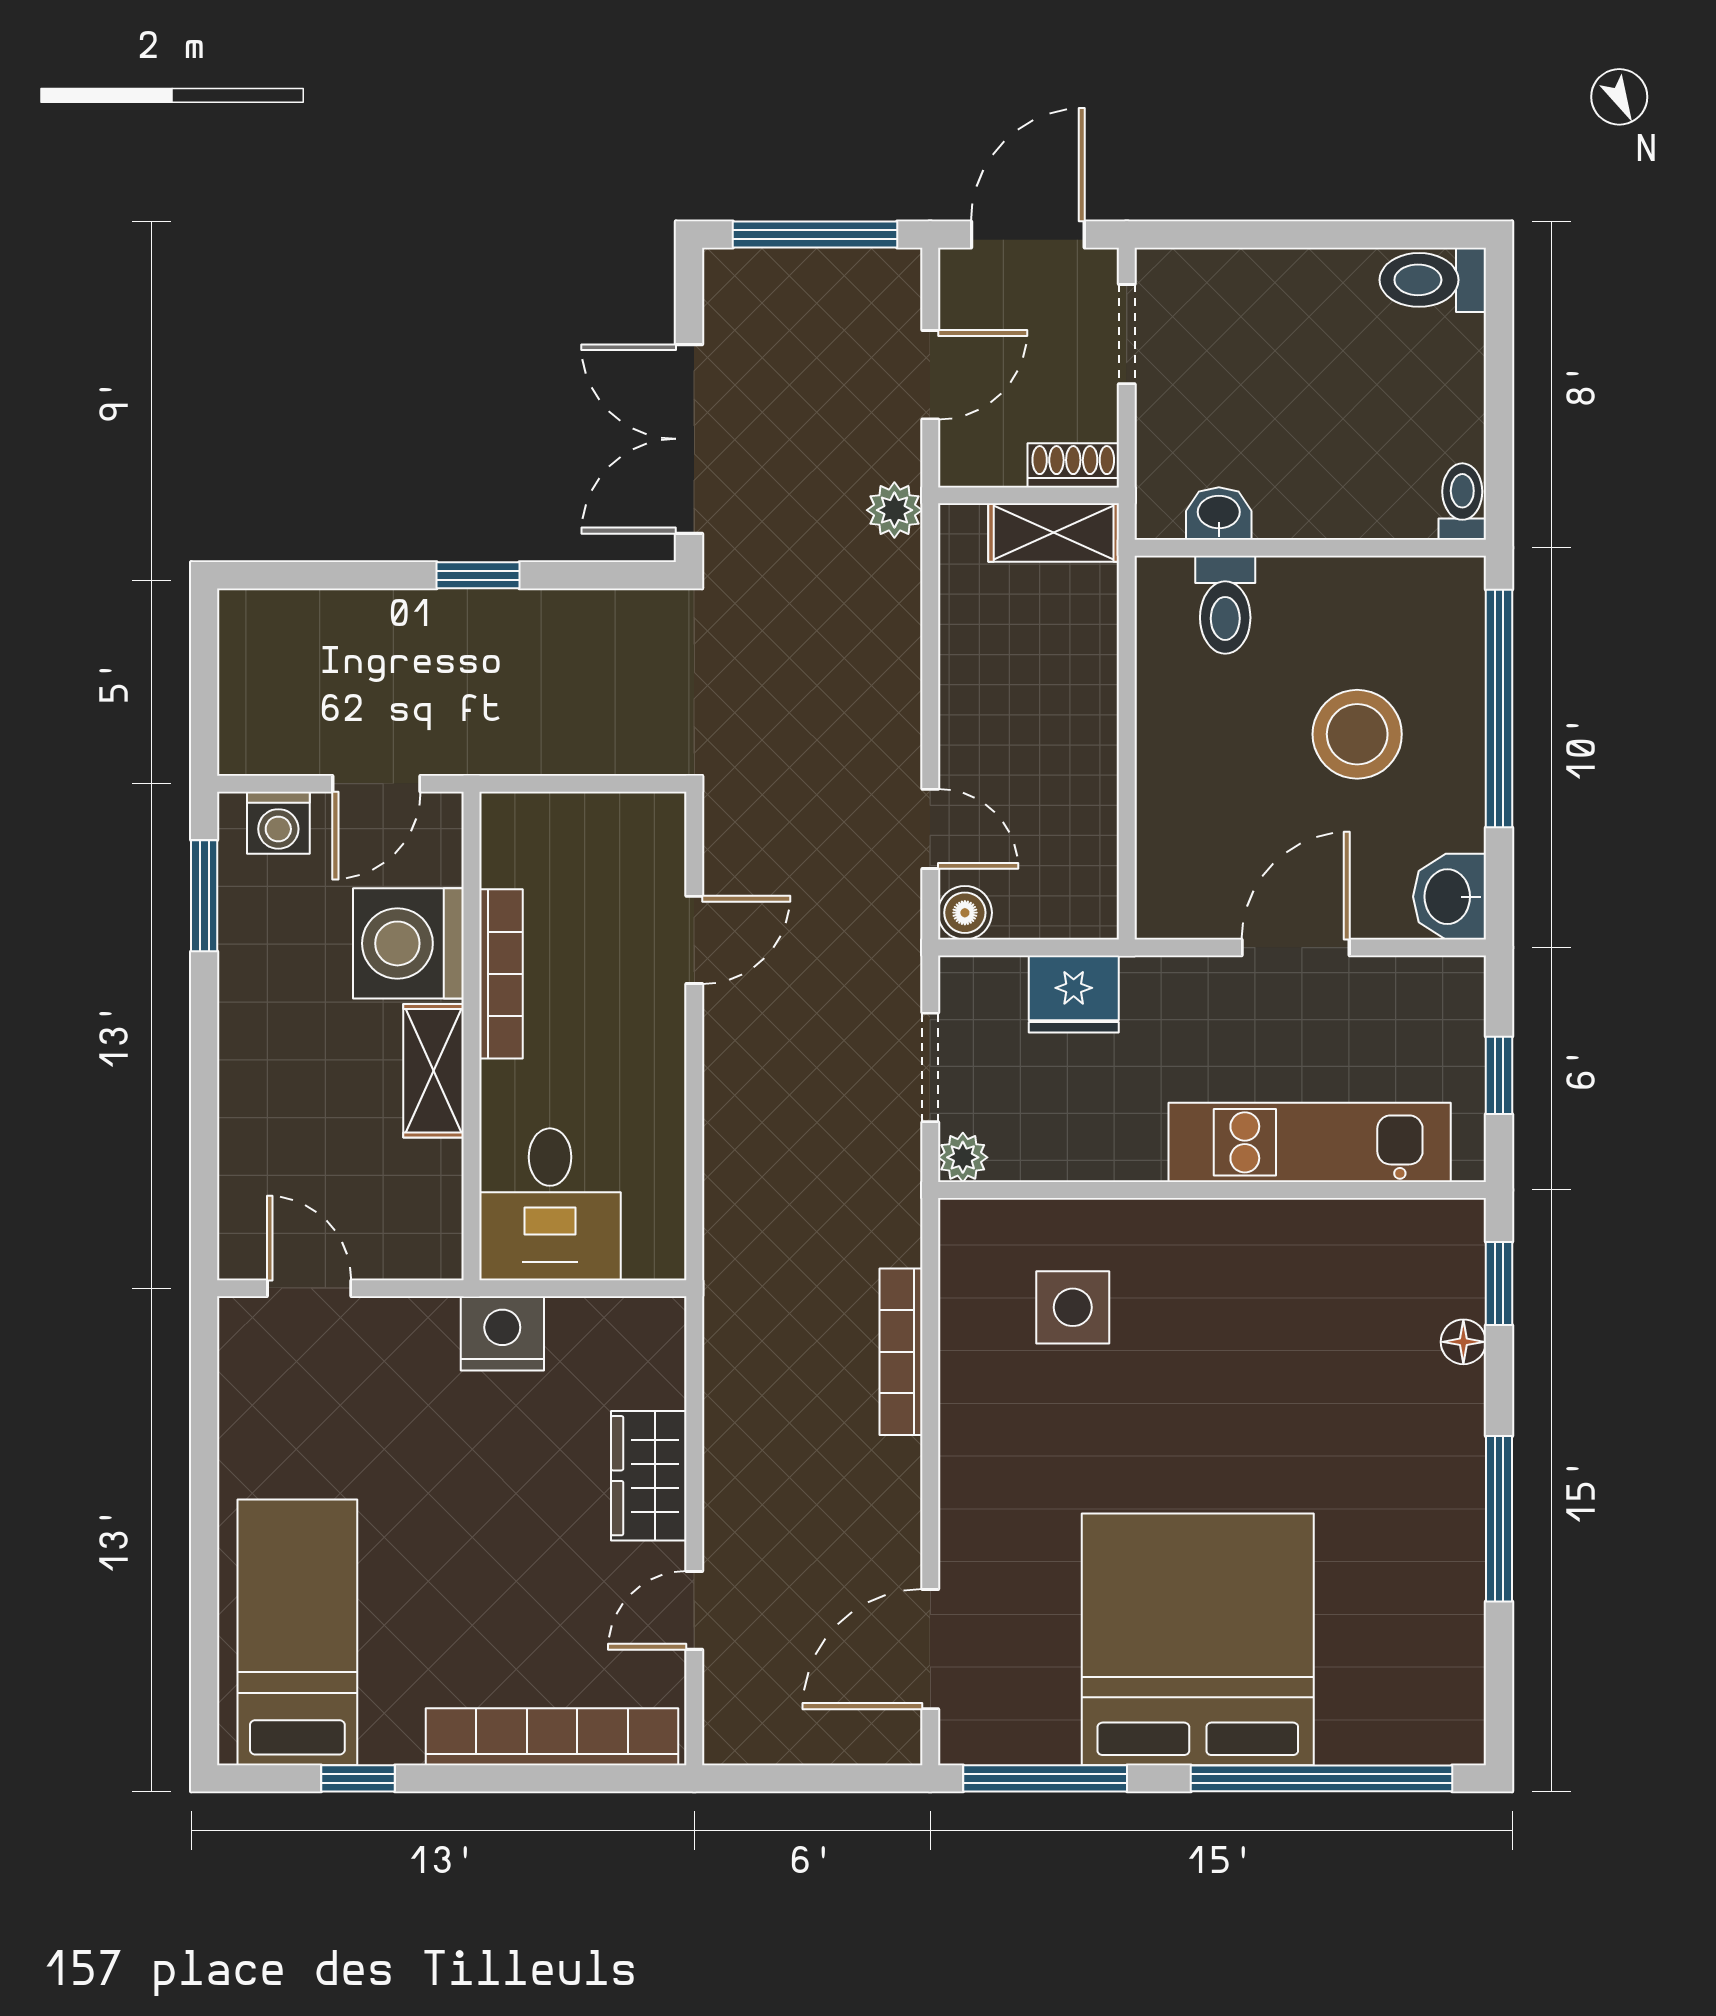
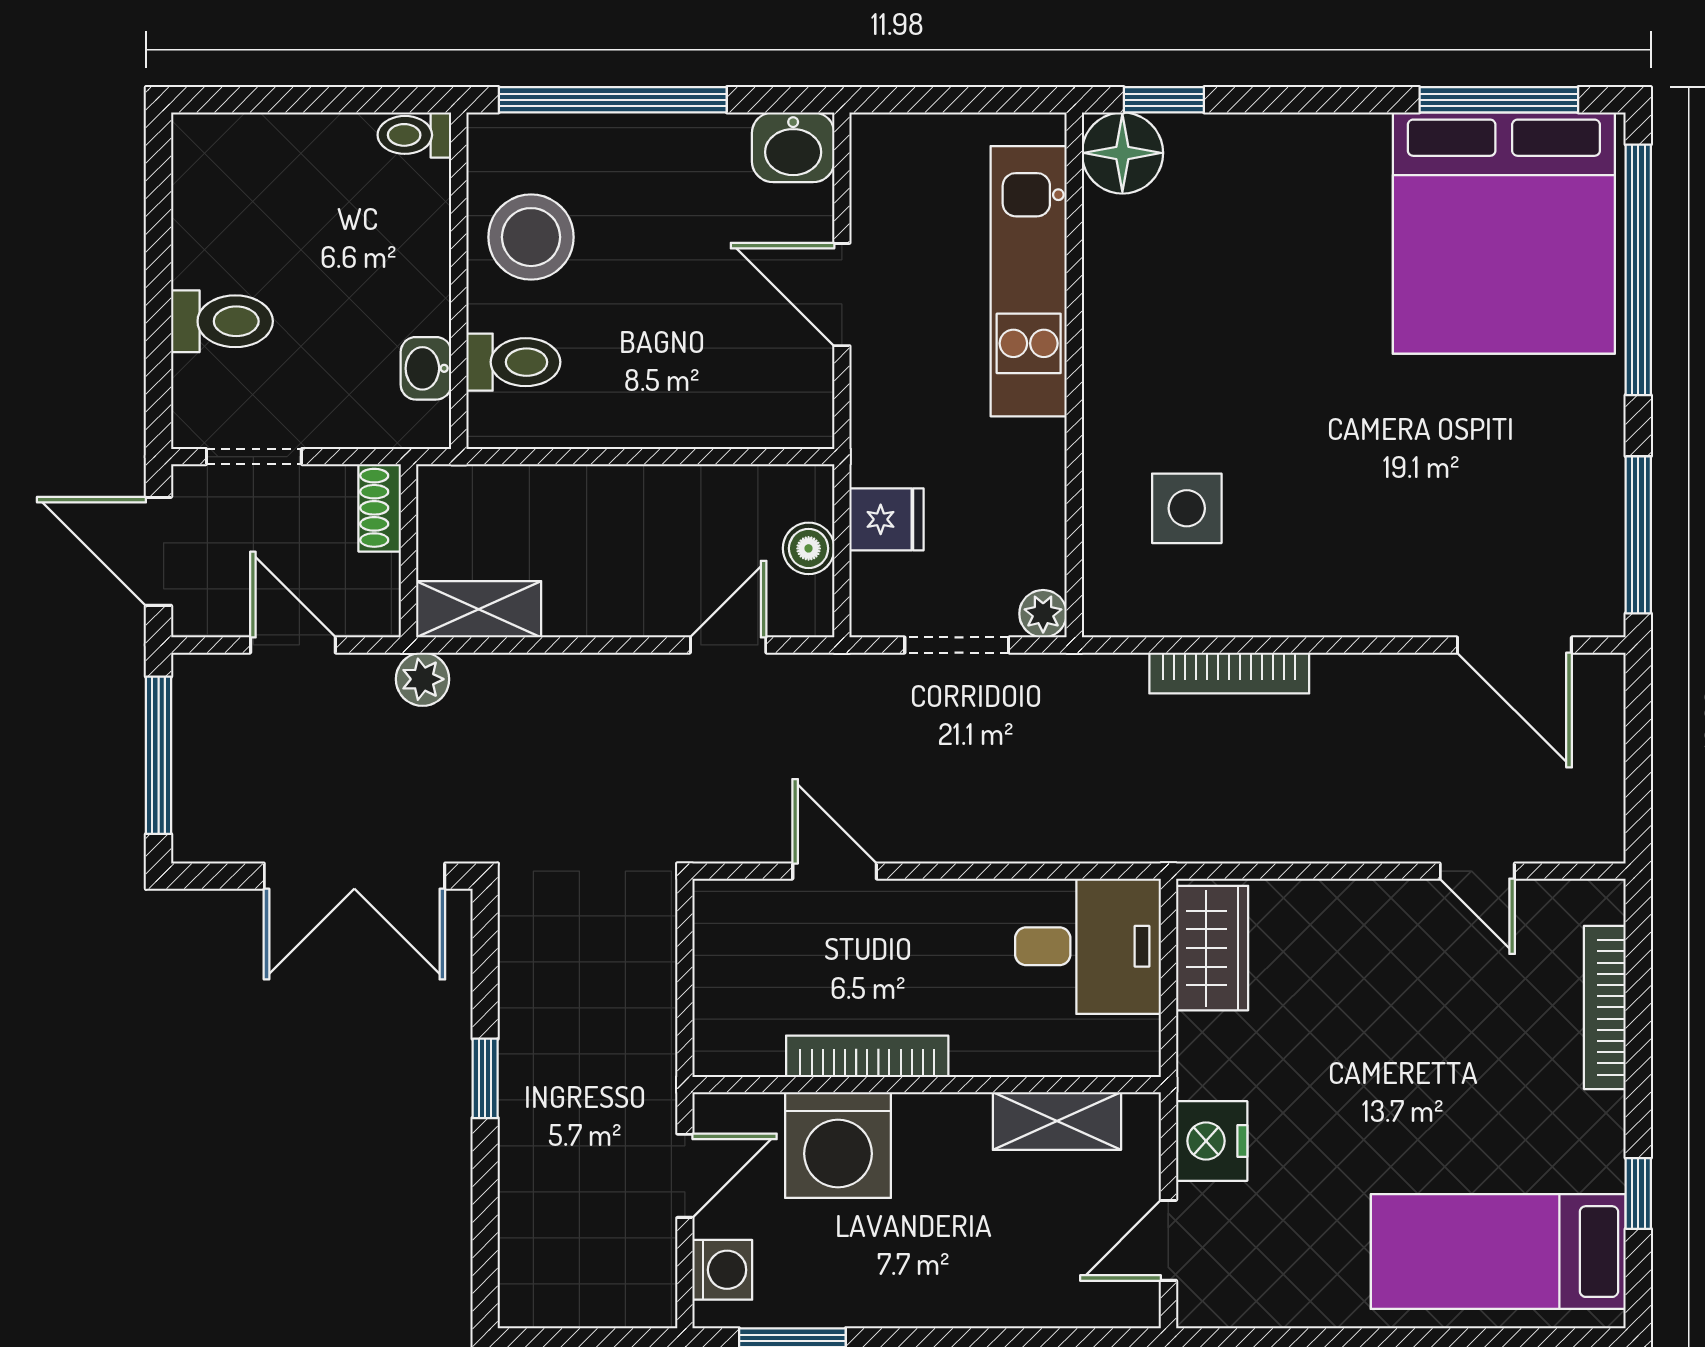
toilet: (1433, 280) -> (222, 321), moved, turned -90
shelving: (1054, 533) -> (479, 609), moved, turned 90
stool: (1357, 734) -> (531, 237), moved
door: (376, 784) -> (685, 1176), hinge flipped
boiler: (965, 913) -> (809, 548), moved
fridge: (1074, 994) -> (886, 519), width x0.72
shelving: (433, 1071) -> (1057, 1121), moved
window: (1499, 1075) -> (964, 100), removed
desk: (550, 1204) -> (1088, 946), moved
nightstand: (502, 1333) -> (1212, 1141), moved
floor lamp: (1463, 1342) -> (1122, 153), moved, width x1.89, depth x1.89
wardrobe: (649, 1476) -> (1212, 948), moved, turned -90
window: (1499, 1519) -> (1499, 100), moved
bed: (1198, 1639) -> (1504, 233), moved, turned -90
bookcase: (552, 1737) -> (1605, 1007), width x0.68, depth x0.76

